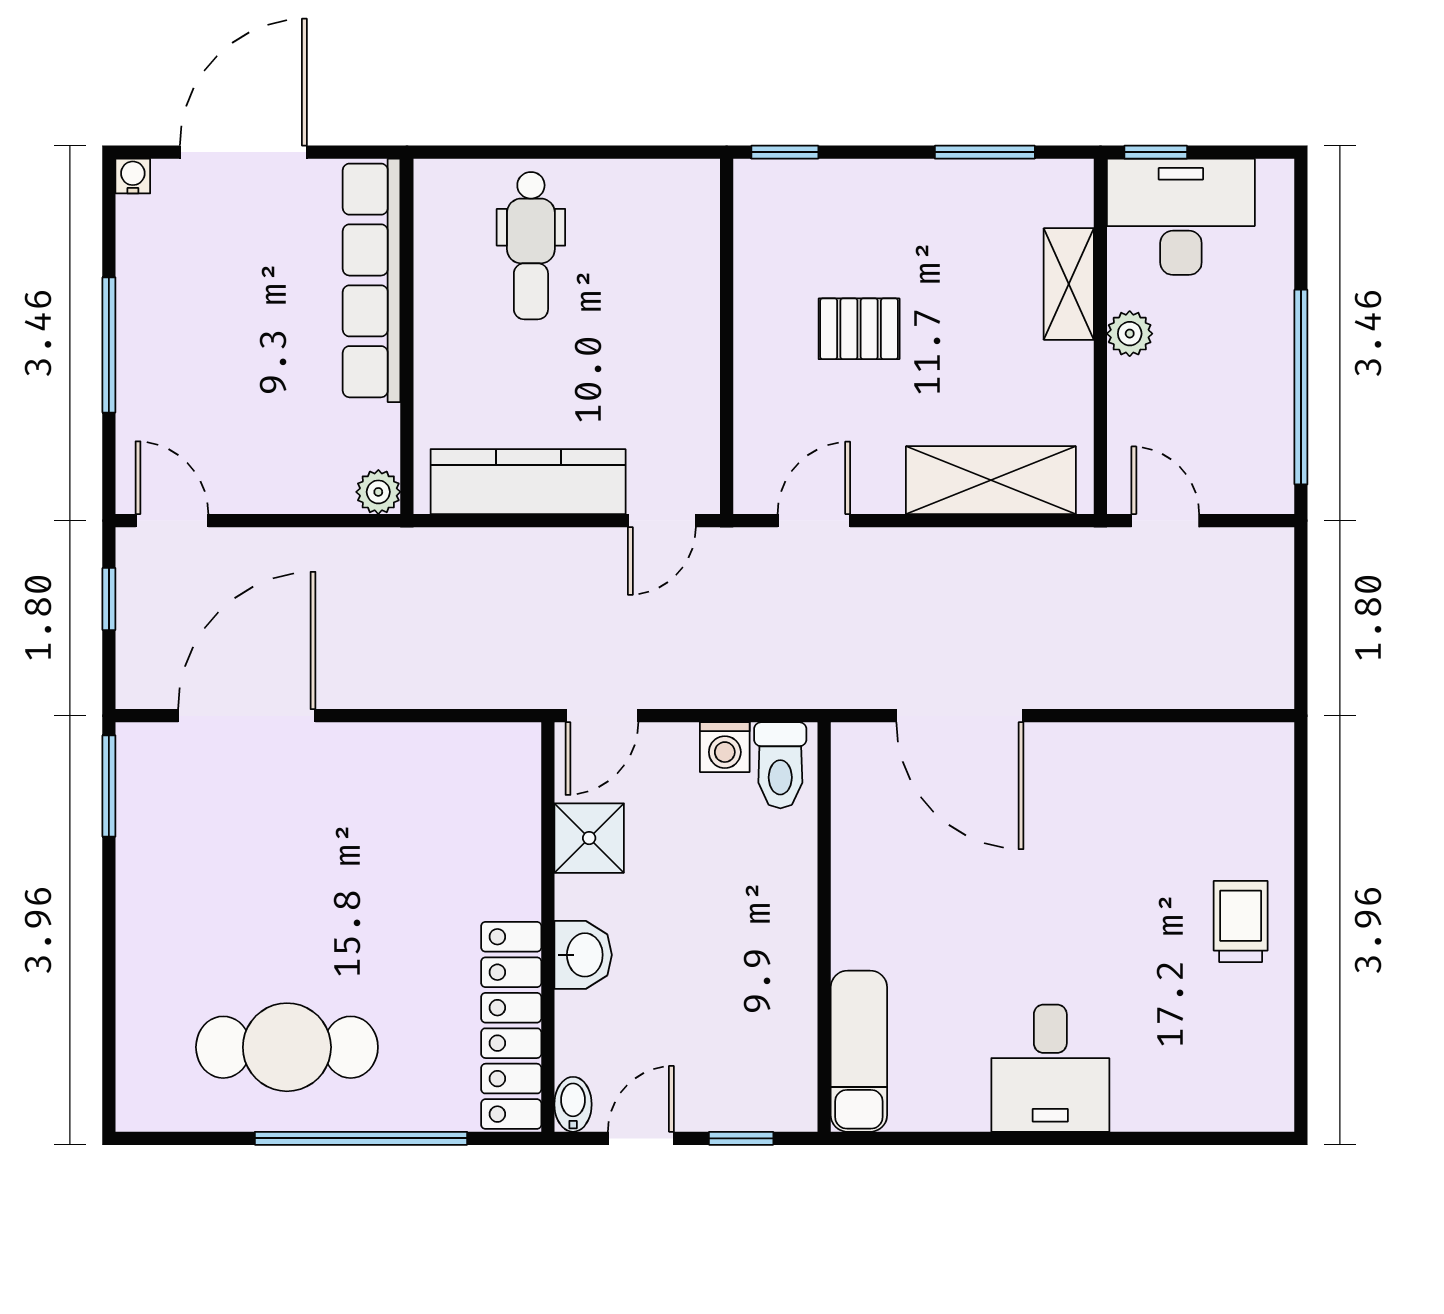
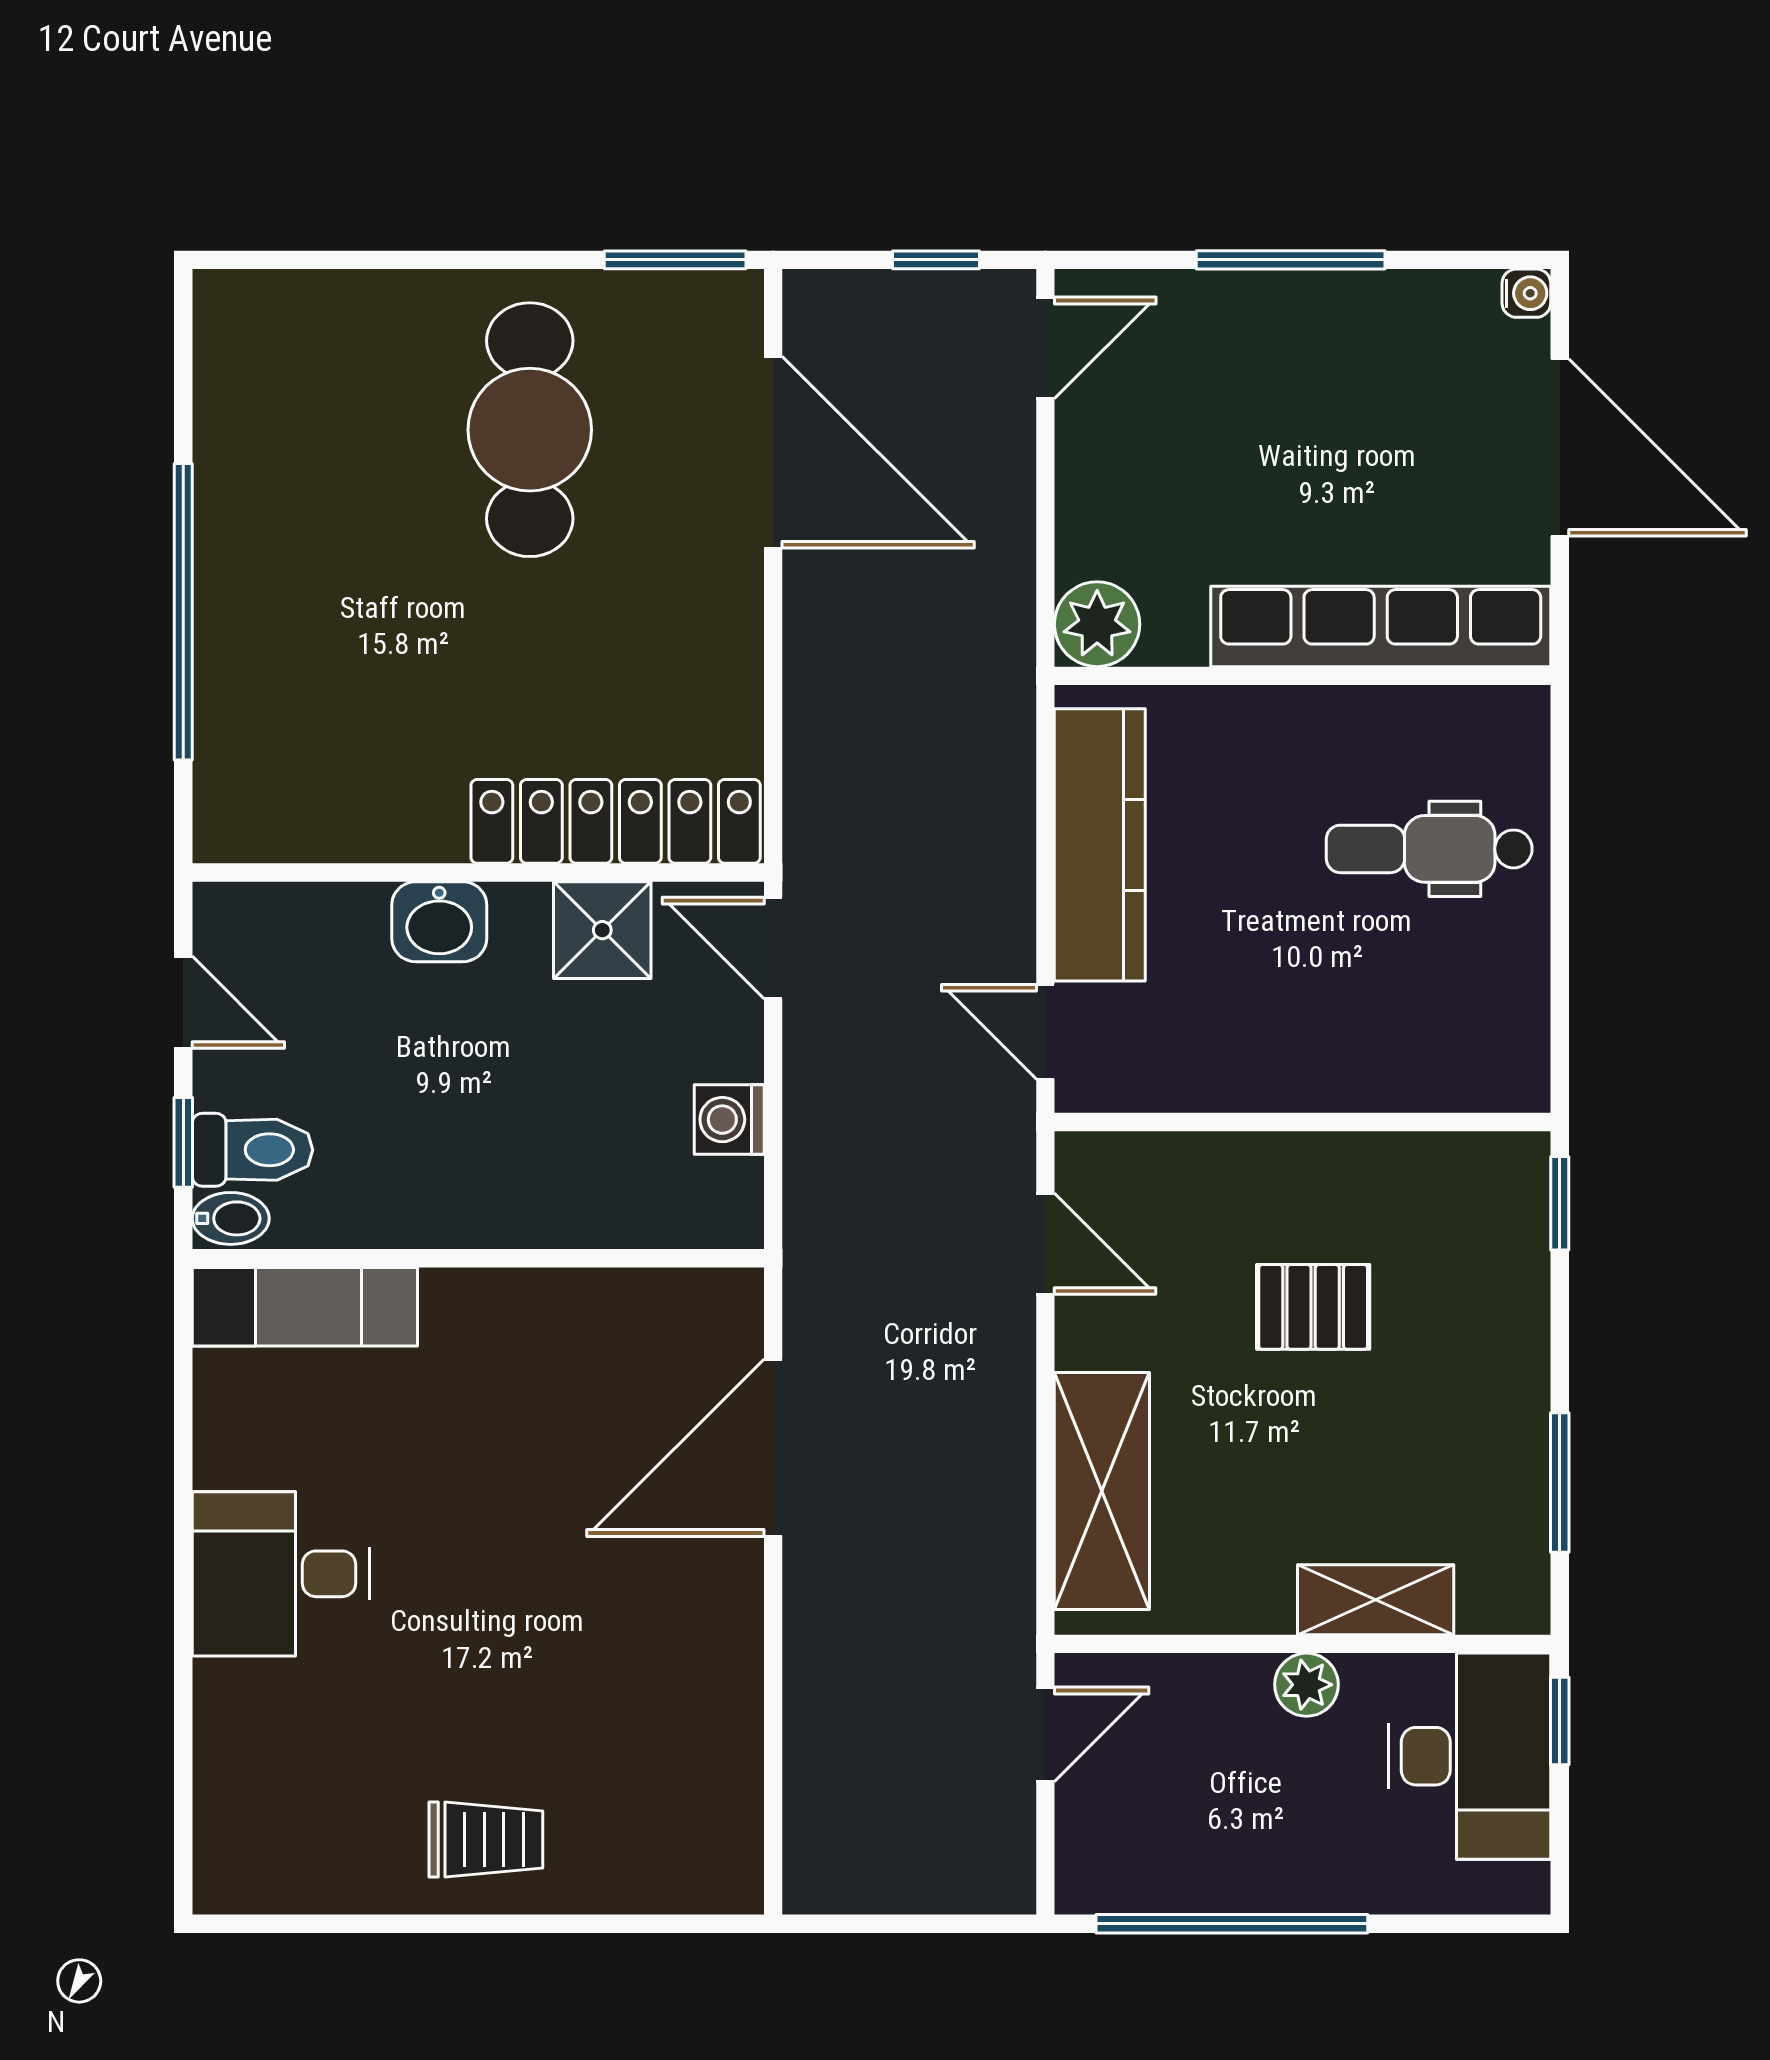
pallet: (859, 329) -> (1313, 1307), turned 90
plant: (378, 492) -> (1097, 624), width x1.38, depth x1.38
toilet: (780, 765) -> (252, 1150), moved, turned 180
locker: (511, 1025) -> (616, 821), moved
cafe table: (287, 1047) -> (530, 430), moved
bidet: (573, 1104) -> (231, 1218), moved

